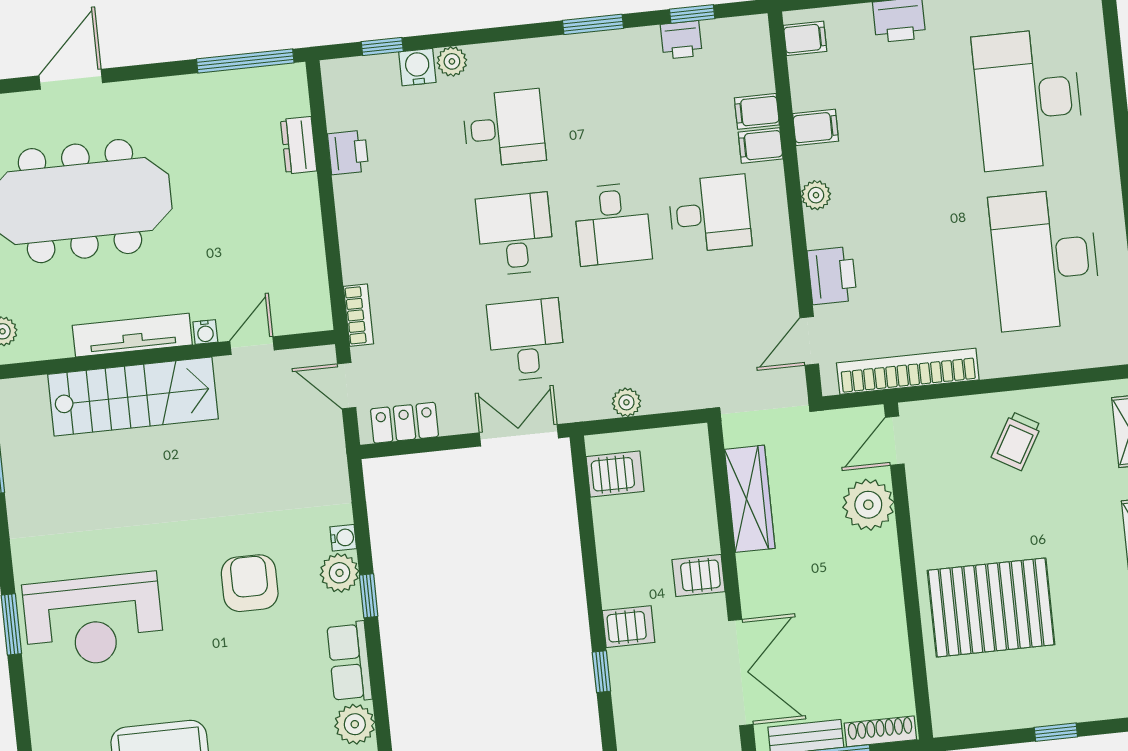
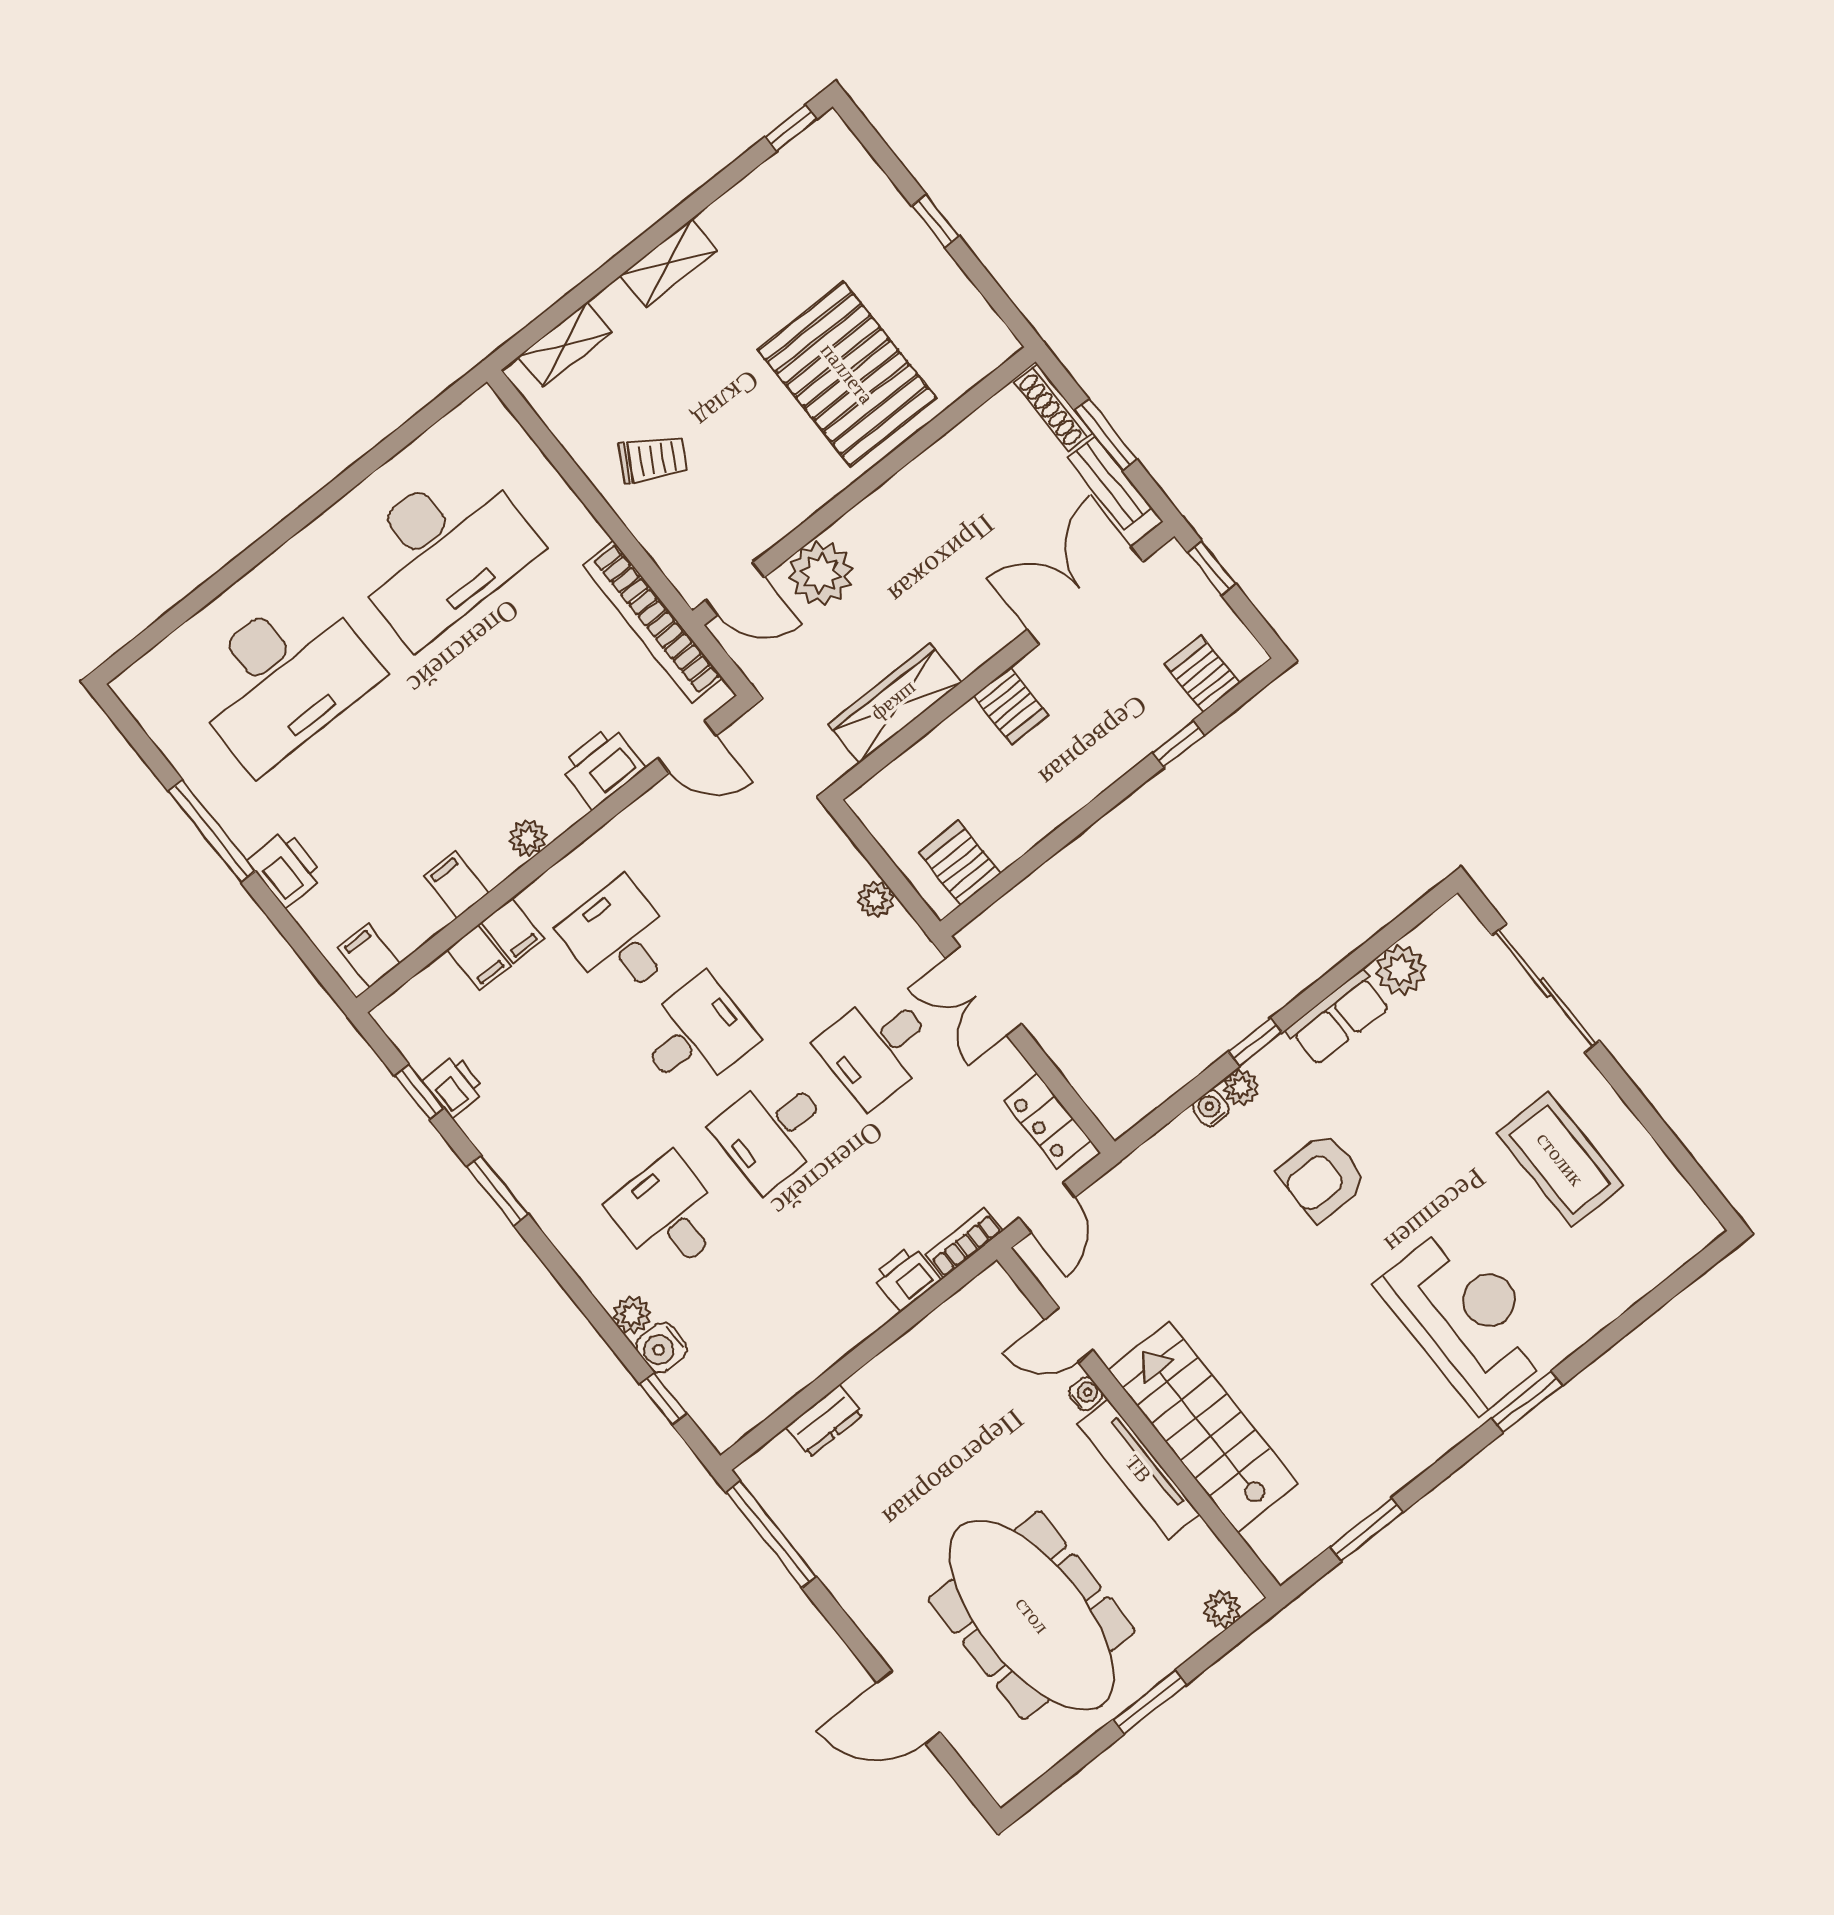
printer: (348, 152) -> (906, 1278), moved
plant: (339, 573) -> (1241, 1087), width x0.73, depth x0.73
server rack: (629, 627) -> (1202, 674), moved

